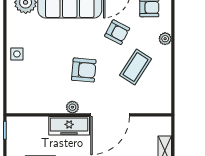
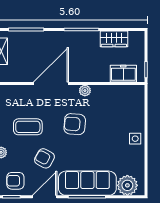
coffee table: (136, 67) -> (28, 127), turned 57
freezer: (69, 126) -> (123, 74), moved, width x0.71

